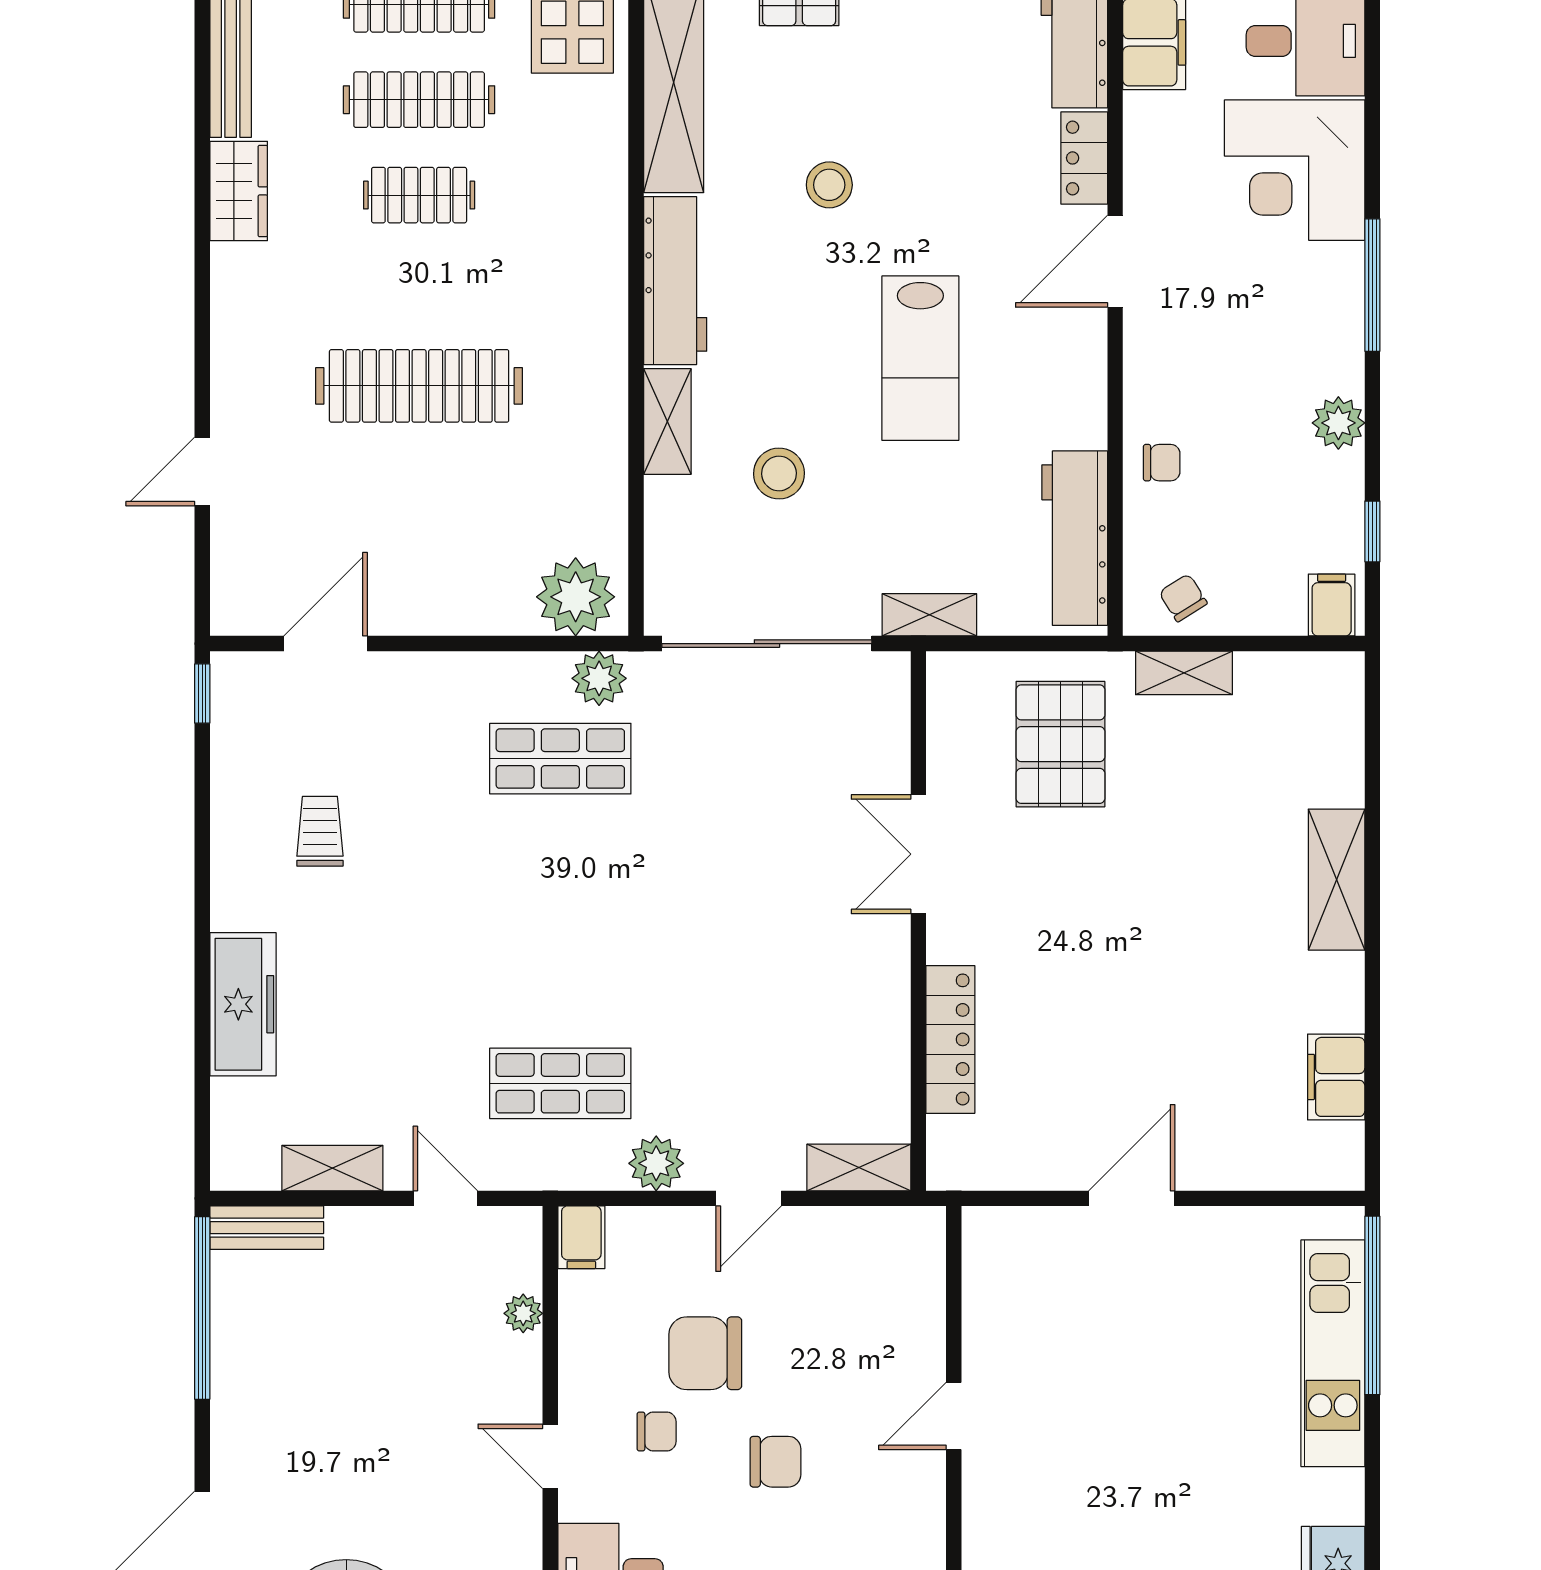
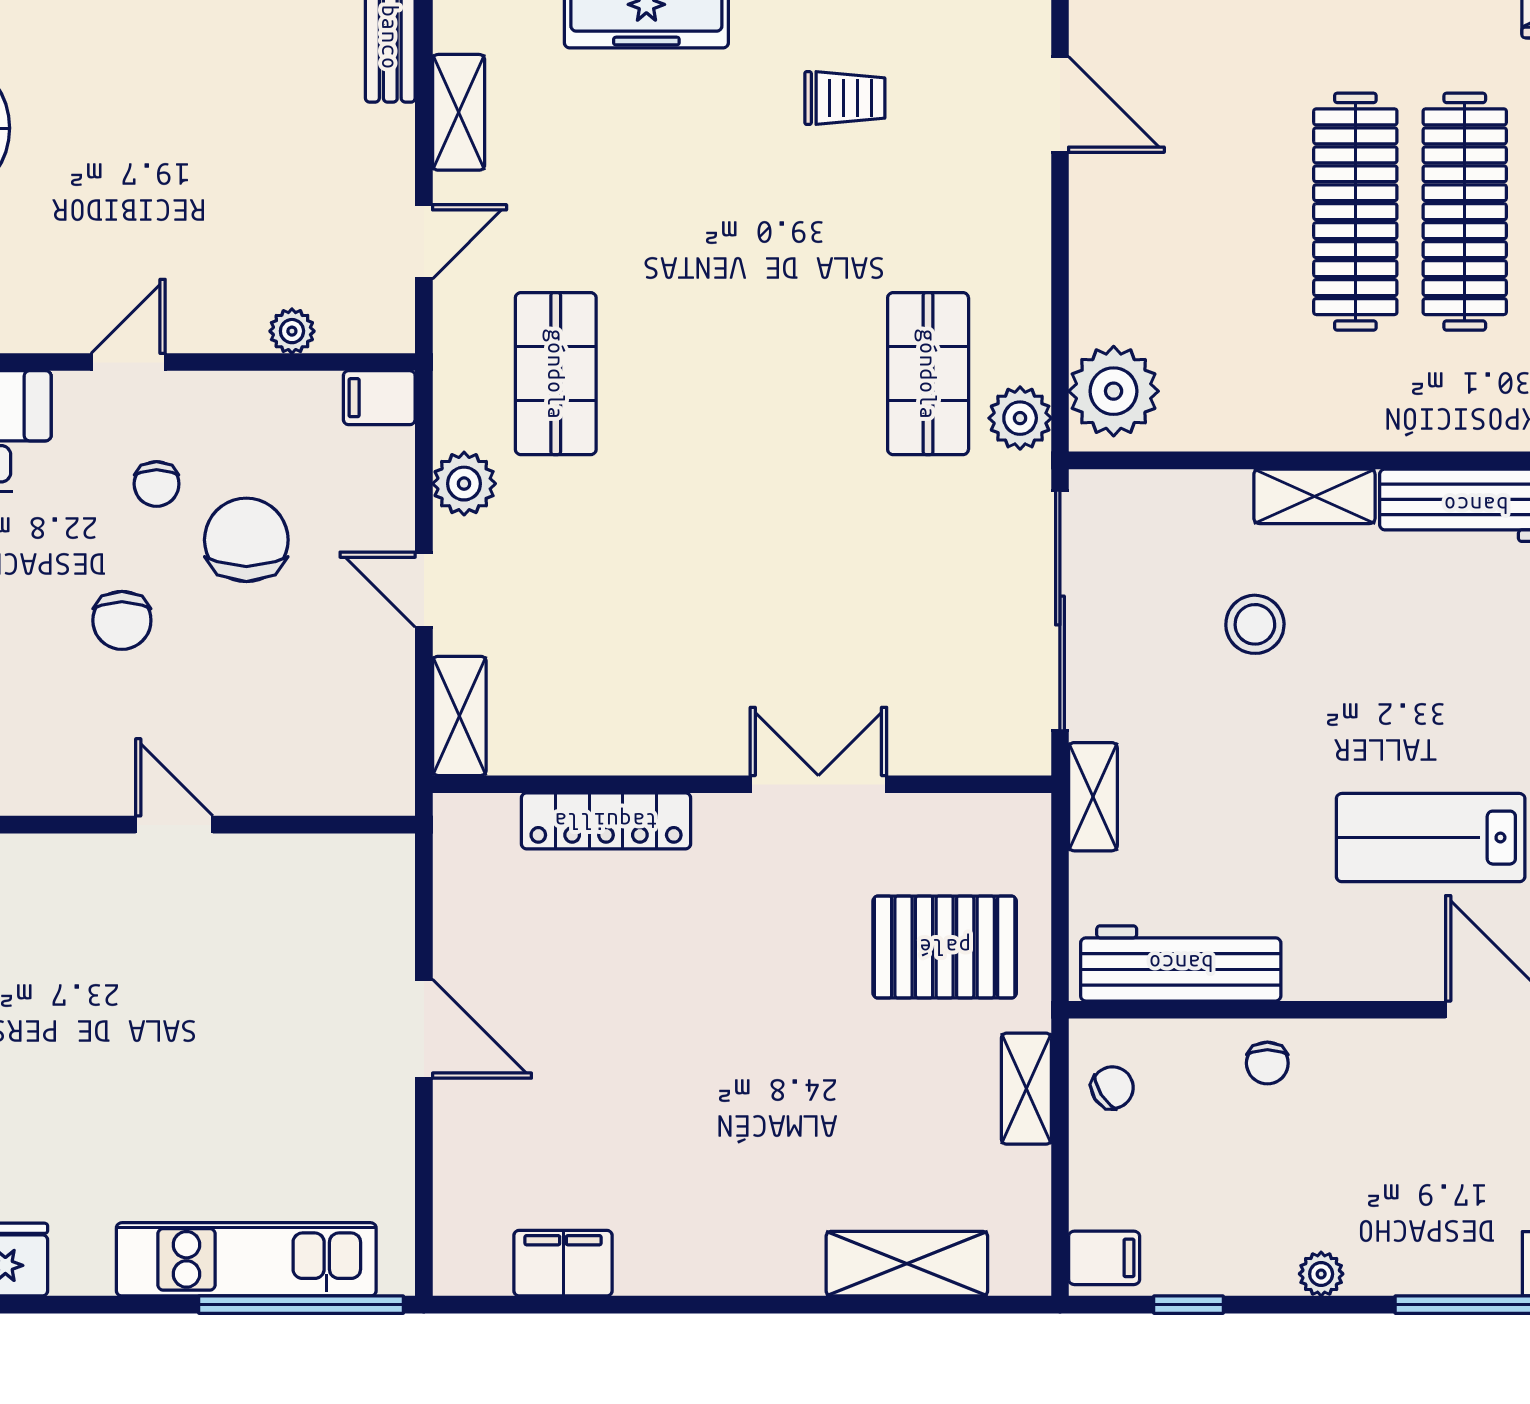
clothes rail: (419, 290) -> (1465, 212), added
lab bench: (920, 358) -> (1431, 838), moved
plant: (1338, 423) -> (1321, 1274), width x0.73, depth x0.73
shelving: (1337, 880) -> (907, 1264), moved

